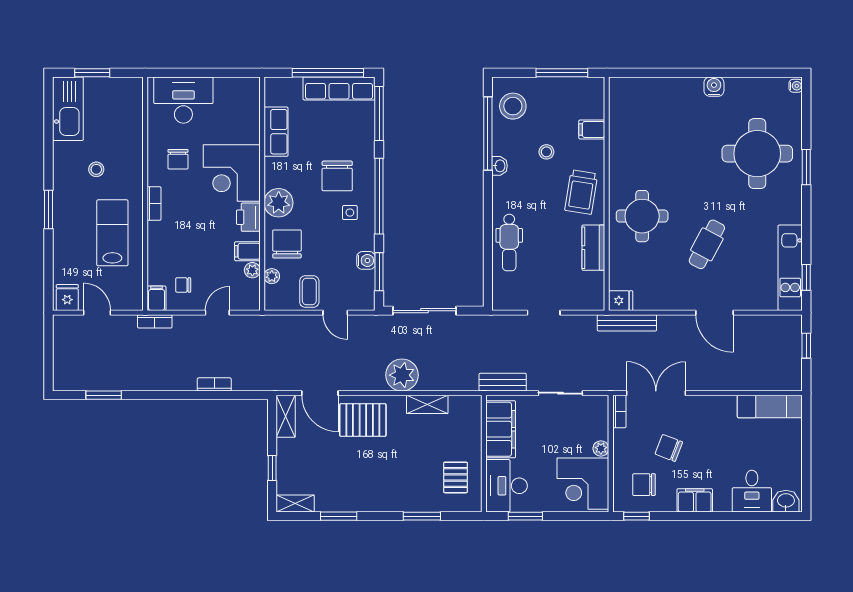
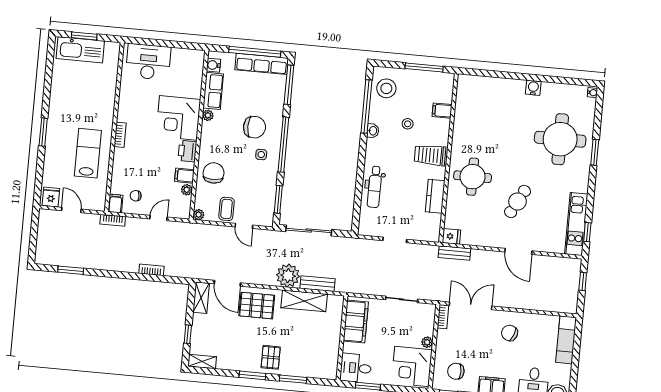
kitchen sink: (68, 109) -> (80, 50), moved, turned 90
chair: (178, 159) -> (140, 104), removed
stool: (96, 169) -> (80, 106), removed
chair: (337, 176) -> (254, 127), turned -90
trolley: (581, 192) -> (430, 155), turned 81
plant: (279, 203) -> (208, 115), moved, width x0.53, depth x0.53
water cooler: (366, 260) -> (213, 65), moved, turned 180
plant: (272, 276) -> (199, 215), moved
bench: (627, 323) -> (454, 253), width x0.73
bench: (503, 382) -> (317, 284), moved
shelving: (427, 404) -> (304, 301), width x1.50, depth x1.33
exam couch: (770, 407) -> (566, 340), moved, turned 90
chair: (669, 448) -> (510, 333), moved
pallet: (456, 477) -> (271, 357), moved
desk: (506, 486) -> (356, 368), width x0.73
window: (339, 516) -> (252, 375), moved

